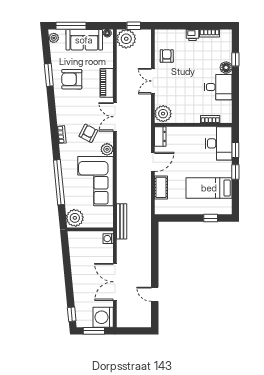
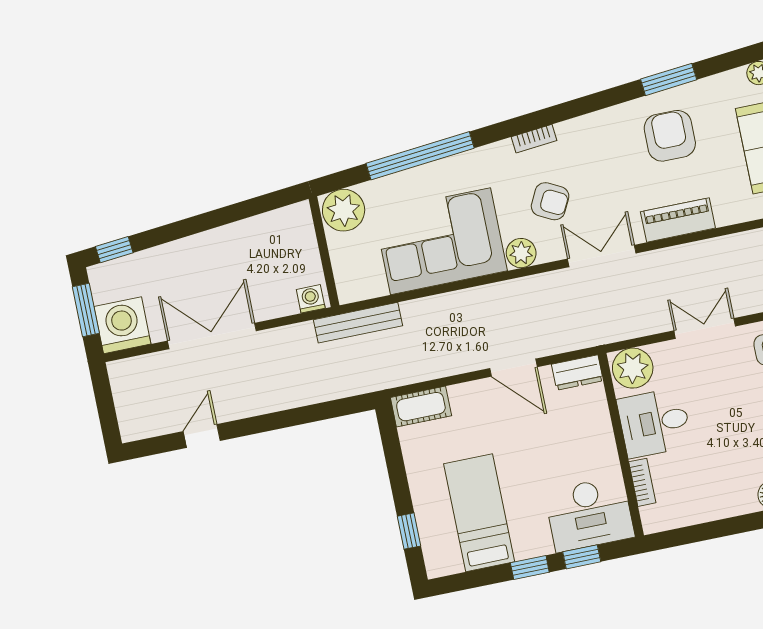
desk: (218, 87) -> (655, 423), moved, turned 90
cot: (161, 187) -> (421, 407), moved

